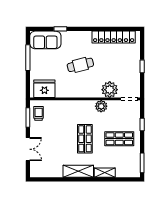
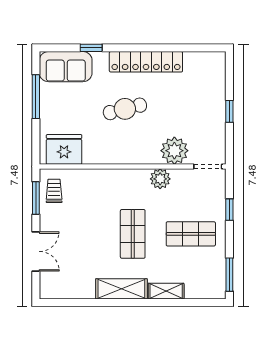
locker: (114, 37) -> (146, 62), moved

